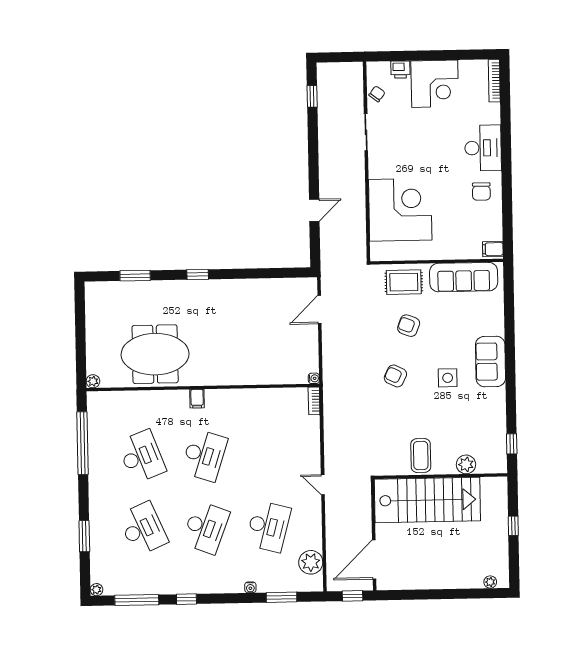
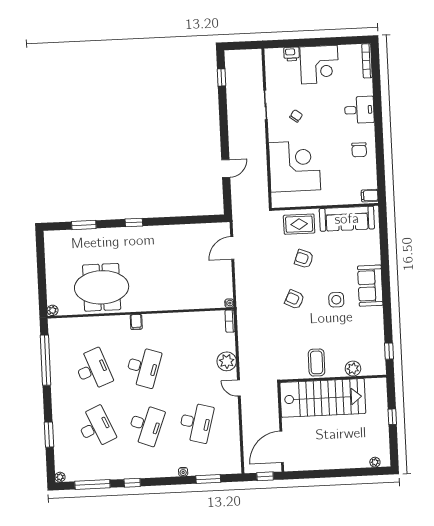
chair: (377, 94) -> (296, 116), moved
desk: (483, 148) -> (359, 110), width x0.73
plant: (311, 562) -> (227, 361), moved

